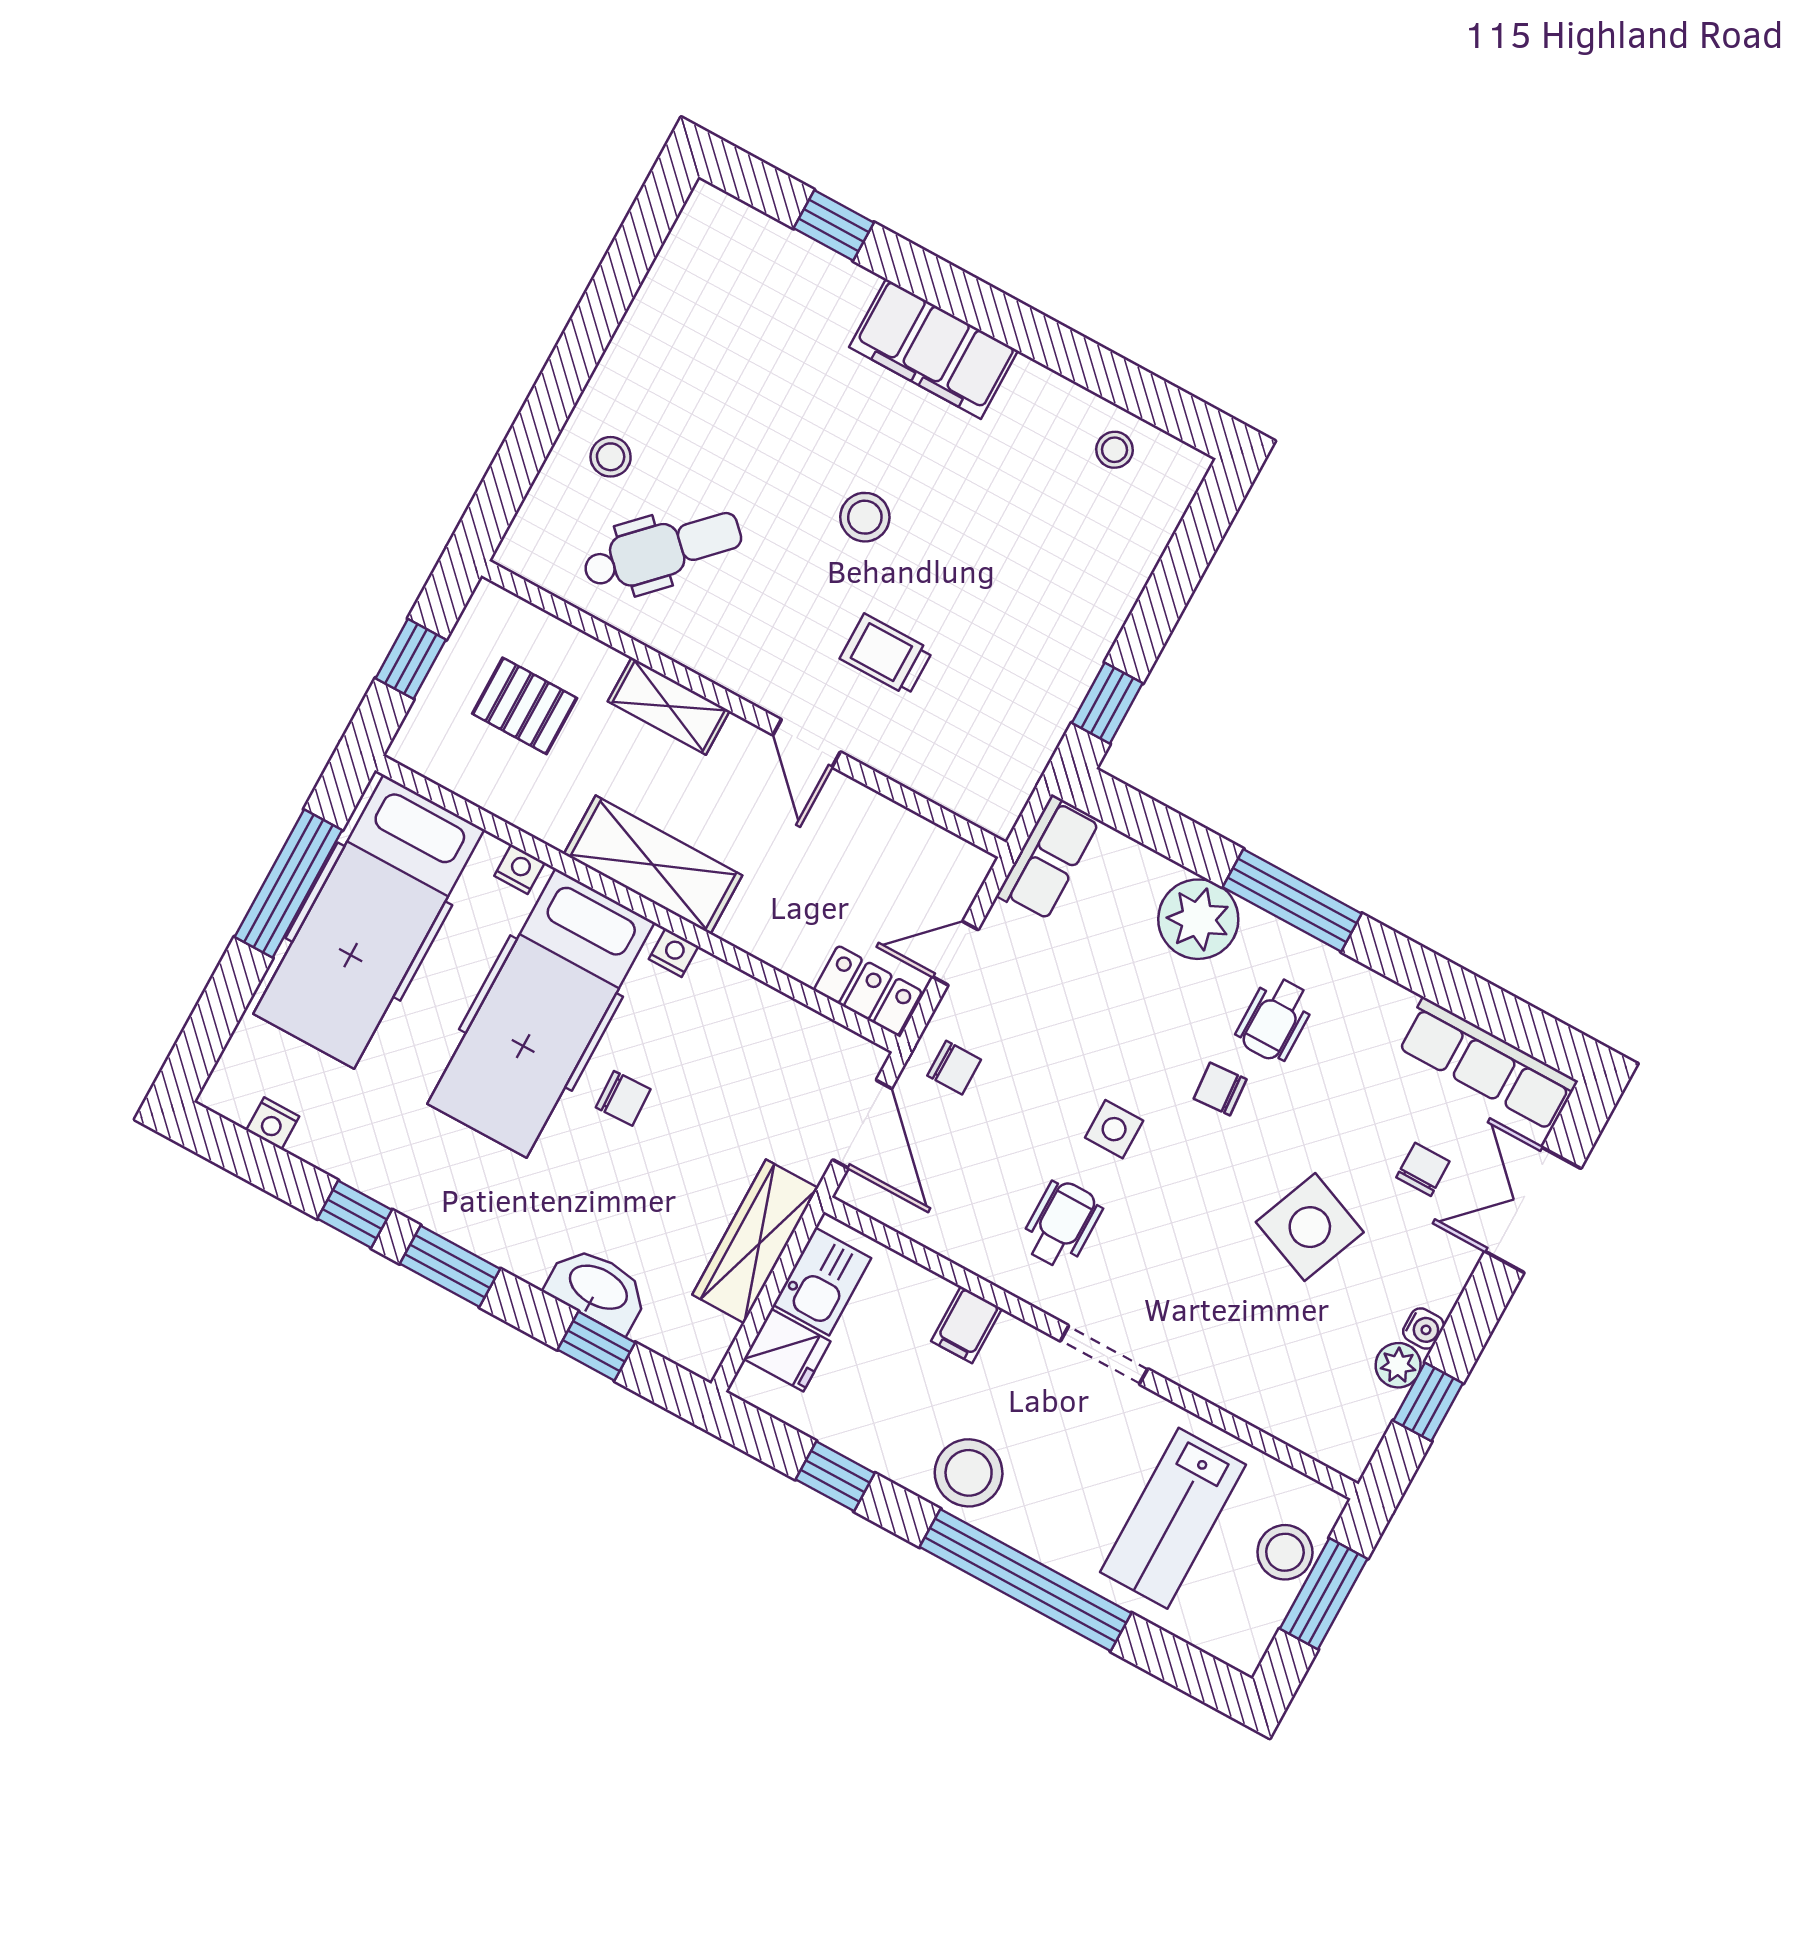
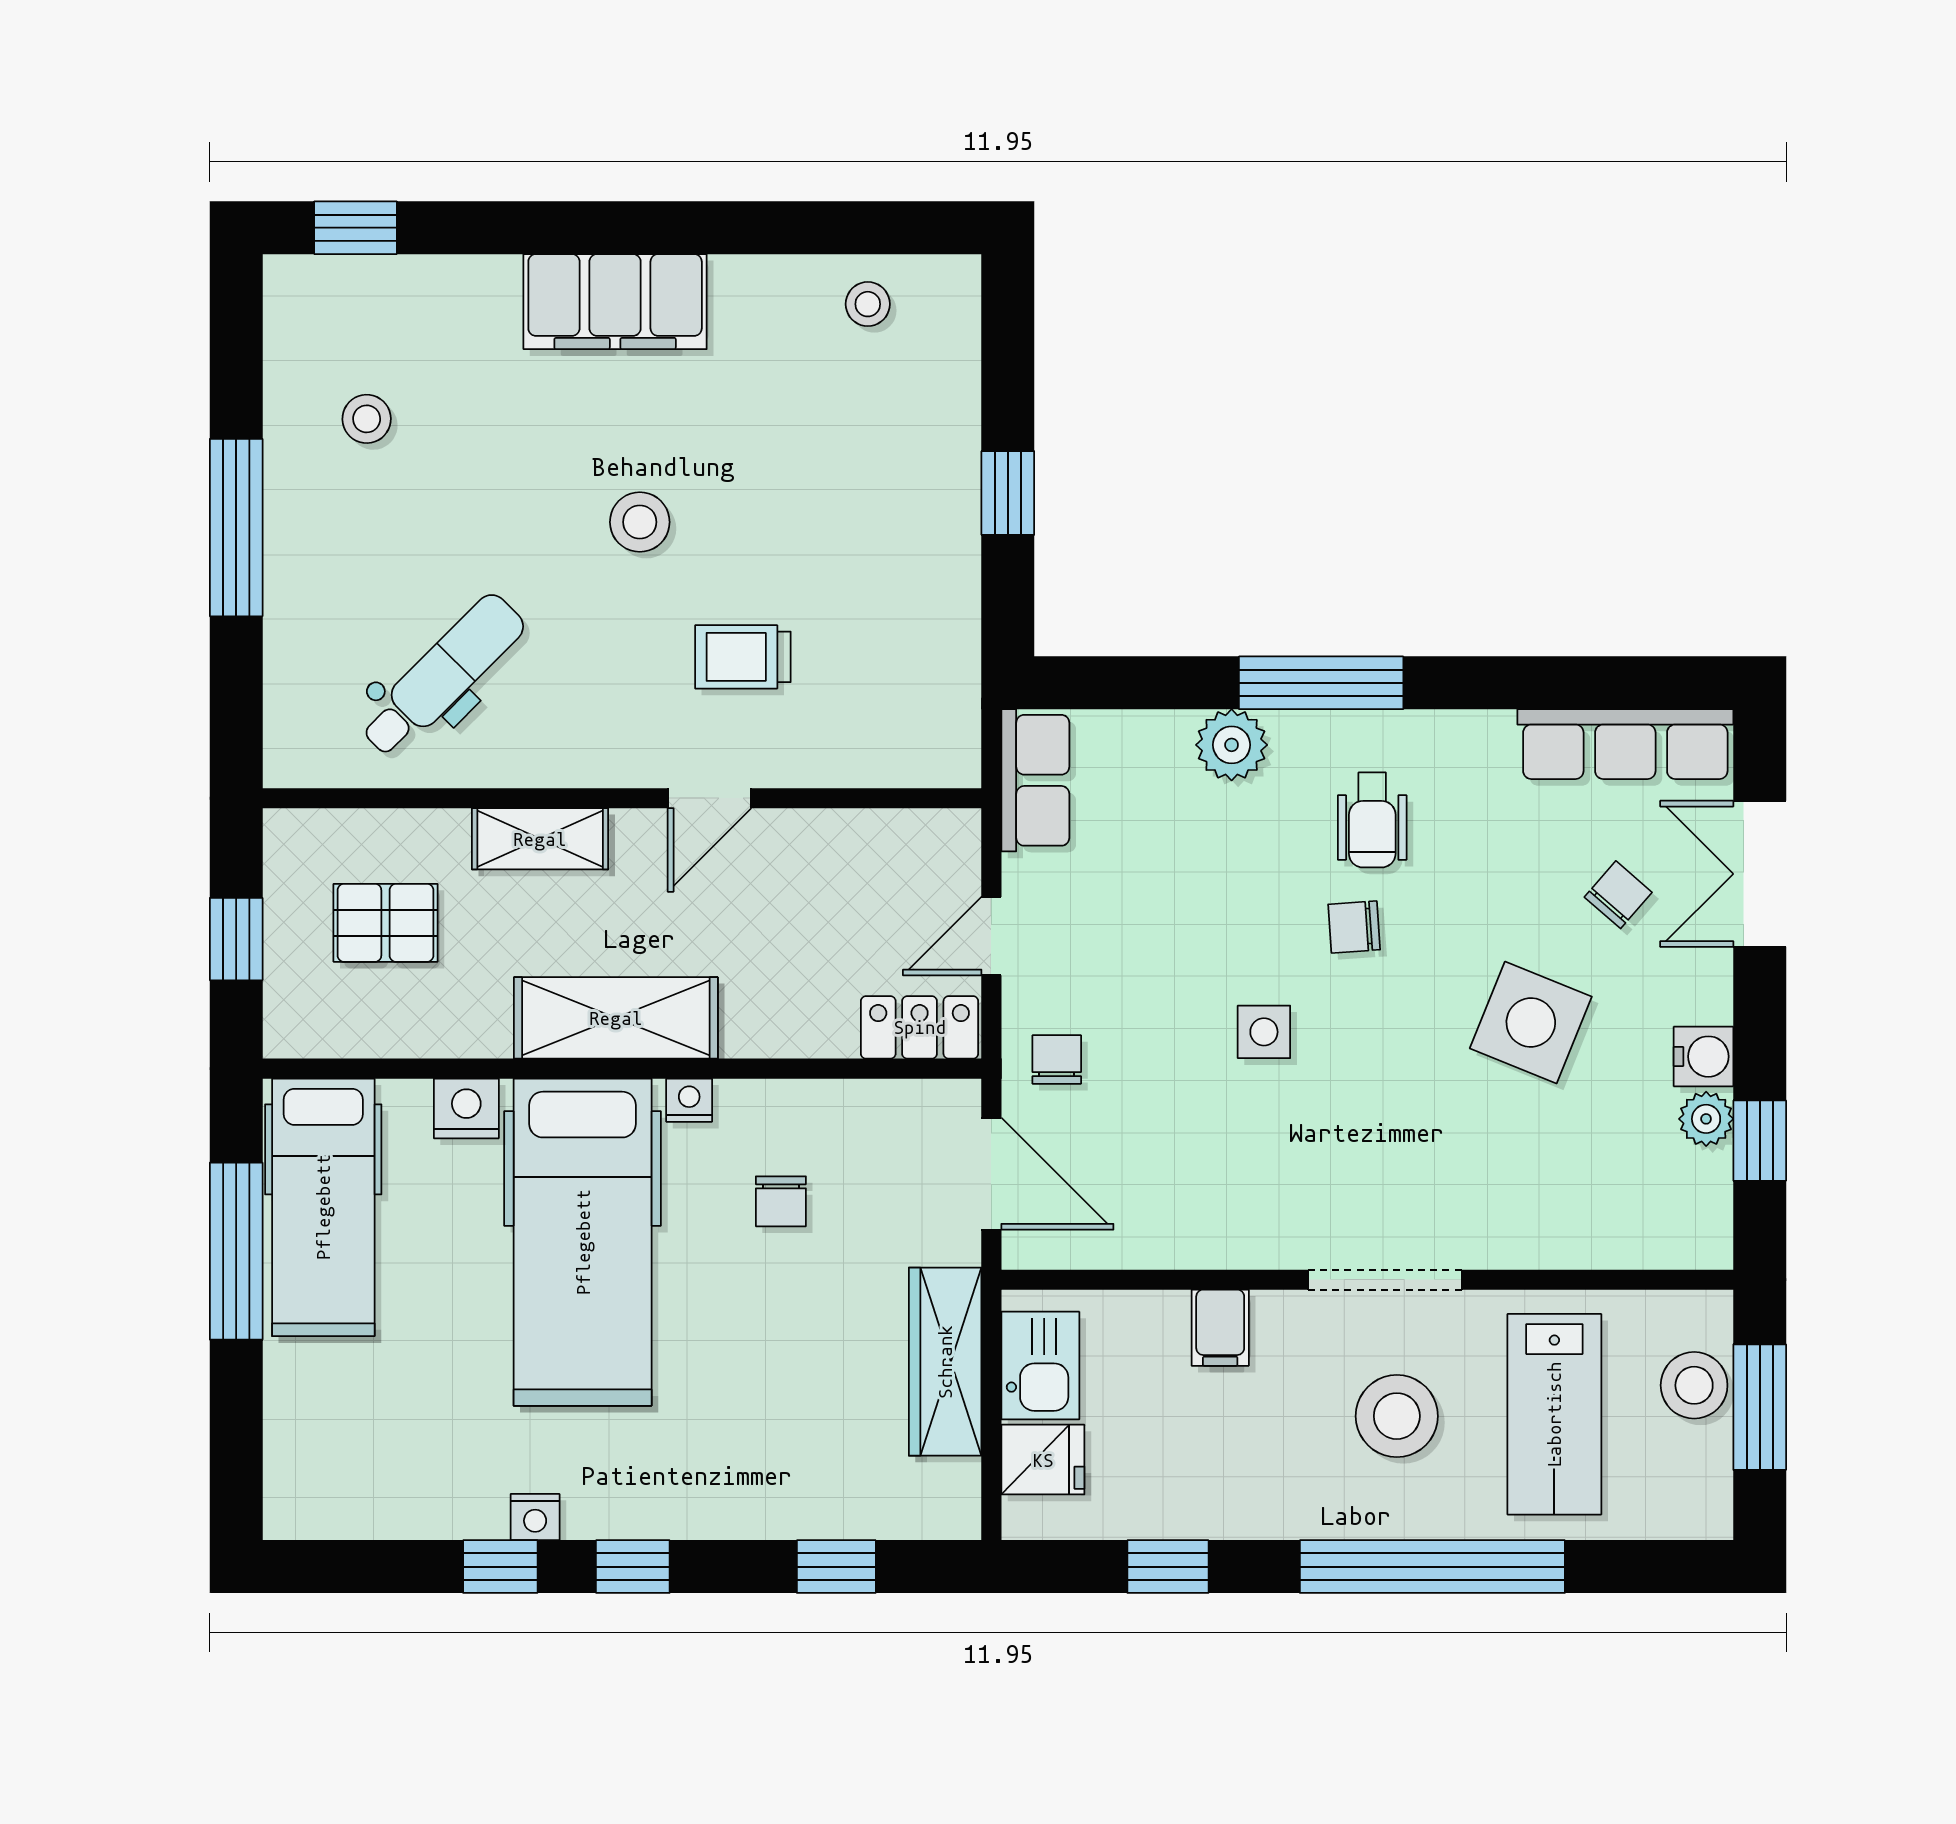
window: (834, 225) -> (355, 228), moved
window: (572, 363) -> (236, 528), added
stool: (611, 457) -> (367, 419), moved
window: (1107, 703) -> (1008, 493), moved
door: (807, 743) -> (710, 798), hinge flipped
nightstand: (520, 869) -> (466, 1108), width x1.39, depth x1.35
plant: (1198, 919) -> (1232, 745), width x0.73, depth x0.73
hospital bed: (369, 922) -> (323, 1207), width x0.73, depth x0.78
chair: (954, 1068) -> (1057, 1059), turned -90
chair: (623, 1098) -> (781, 1201), moved, turned 92
nightstand: (273, 1123) -> (535, 1517), moved
chair: (1423, 1169) -> (1618, 895), turned 41
wheelchair: (1061, 1224) -> (1263, 1164), removed
window: (450, 1266) -> (633, 1567), width x0.67
washbasin: (598, 1289) -> (804, 1504), removed
water cooler: (1423, 1329) -> (1704, 1057), width x1.38, depth x1.38
doorway: (1104, 1355) -> (1385, 1280), width x1.38
stool: (969, 1473) -> (1397, 1416), moved

